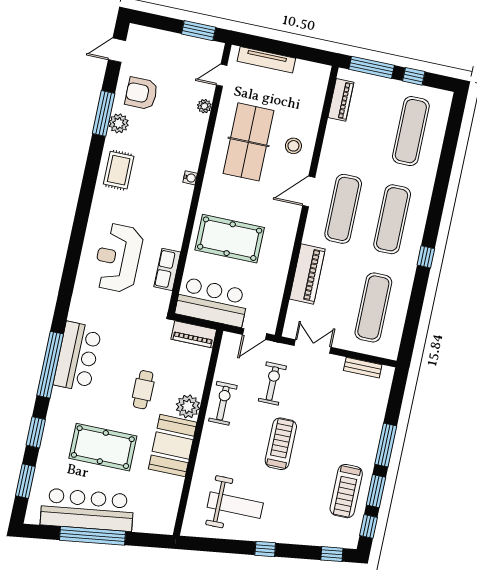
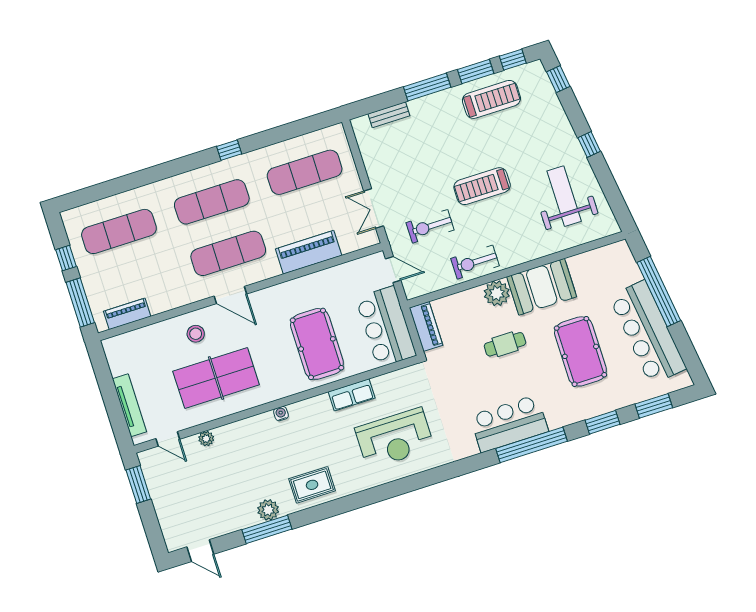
armchair: (141, 93) -> (228, 505), removed
row of seats: (167, 269) -> (352, 395), moved
bench: (363, 368) -> (389, 115), moved, turned 90
window: (92, 536) -> (659, 291), moved

